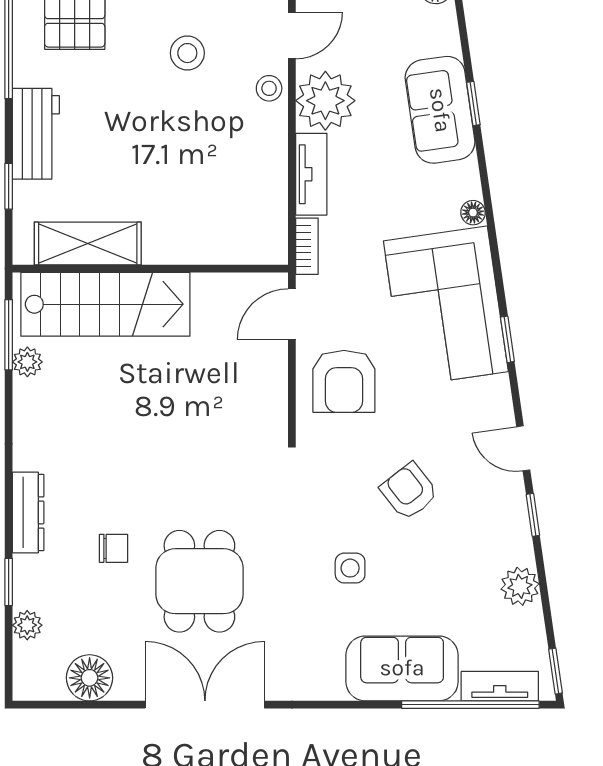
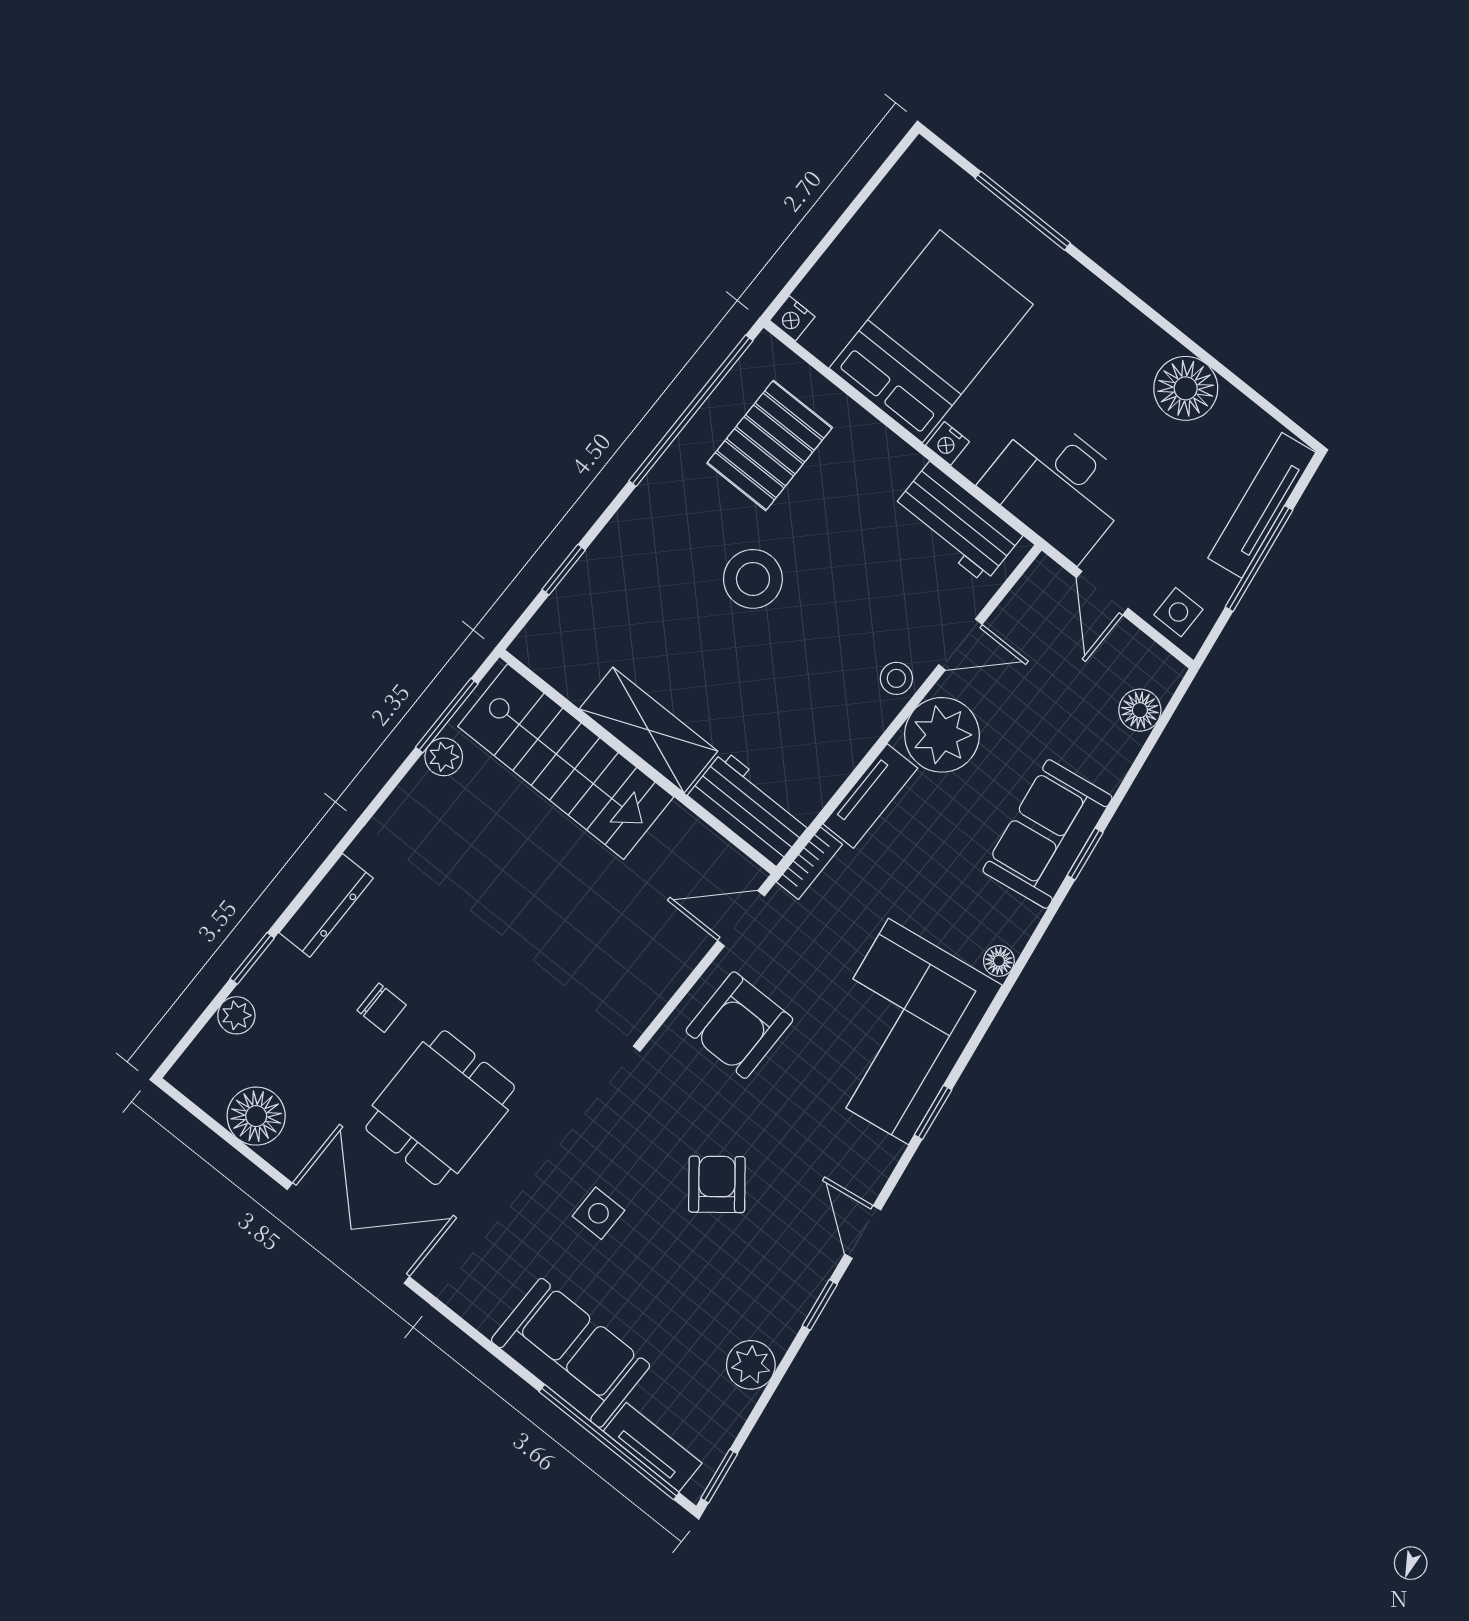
stool: (187, 53) -> (753, 579), moved, width x1.38, depth x1.38
workbench: (36, 134) -> (750, 808), moved, turned -90
shelving: (88, 243) -> (648, 730), moved

